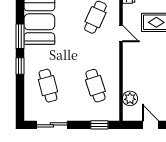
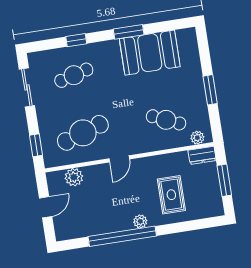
door: (121, 34) -> (119, 159), moved
window: (20, 66) -> (76, 40), moved
cafe table: (95, 86) -> (83, 133), width x1.37, depth x1.35

